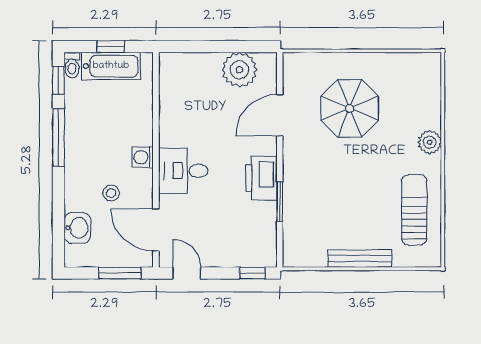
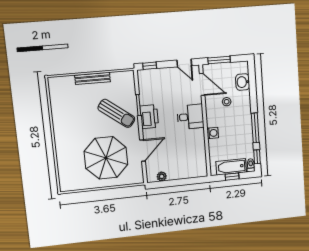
plant: (239, 70) -> (162, 176), width x0.53, depth x0.53
parasol: (350, 108) -> (106, 158), width x1.36, depth x1.36
plant: (430, 142) -> (61, 144), removed
washing machine: (143, 157) -> (213, 133), moved
sun lounger: (414, 210) -> (116, 113), moved, turned -53

